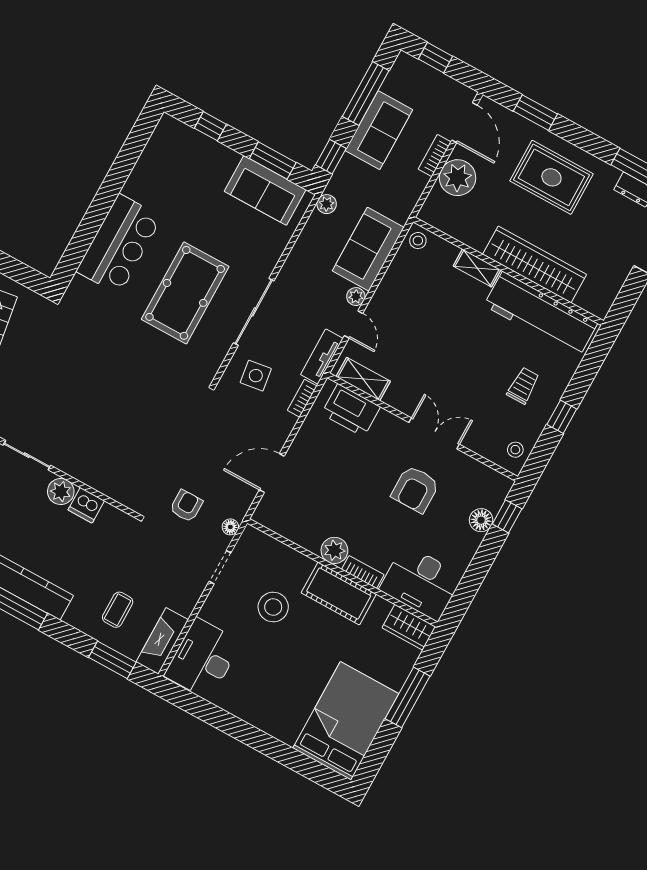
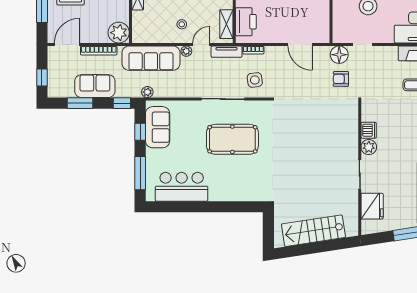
window: (366, 94) -> (80, 103), width x0.69
window: (210, 126) -> (140, 173), width x2.17
bookcase: (435, 155) -> (99, 50), width x1.56
window: (273, 160) -> (140, 132), width x0.67
plant: (458, 178) -> (119, 33), moved
stool: (418, 241) -> (182, 24), moved
bar counter: (119, 244) -> (182, 187), moved
sofa: (368, 249) -> (151, 58), width x1.36
floor lamp: (230, 527) -> (339, 55), width x1.89, depth x1.89

